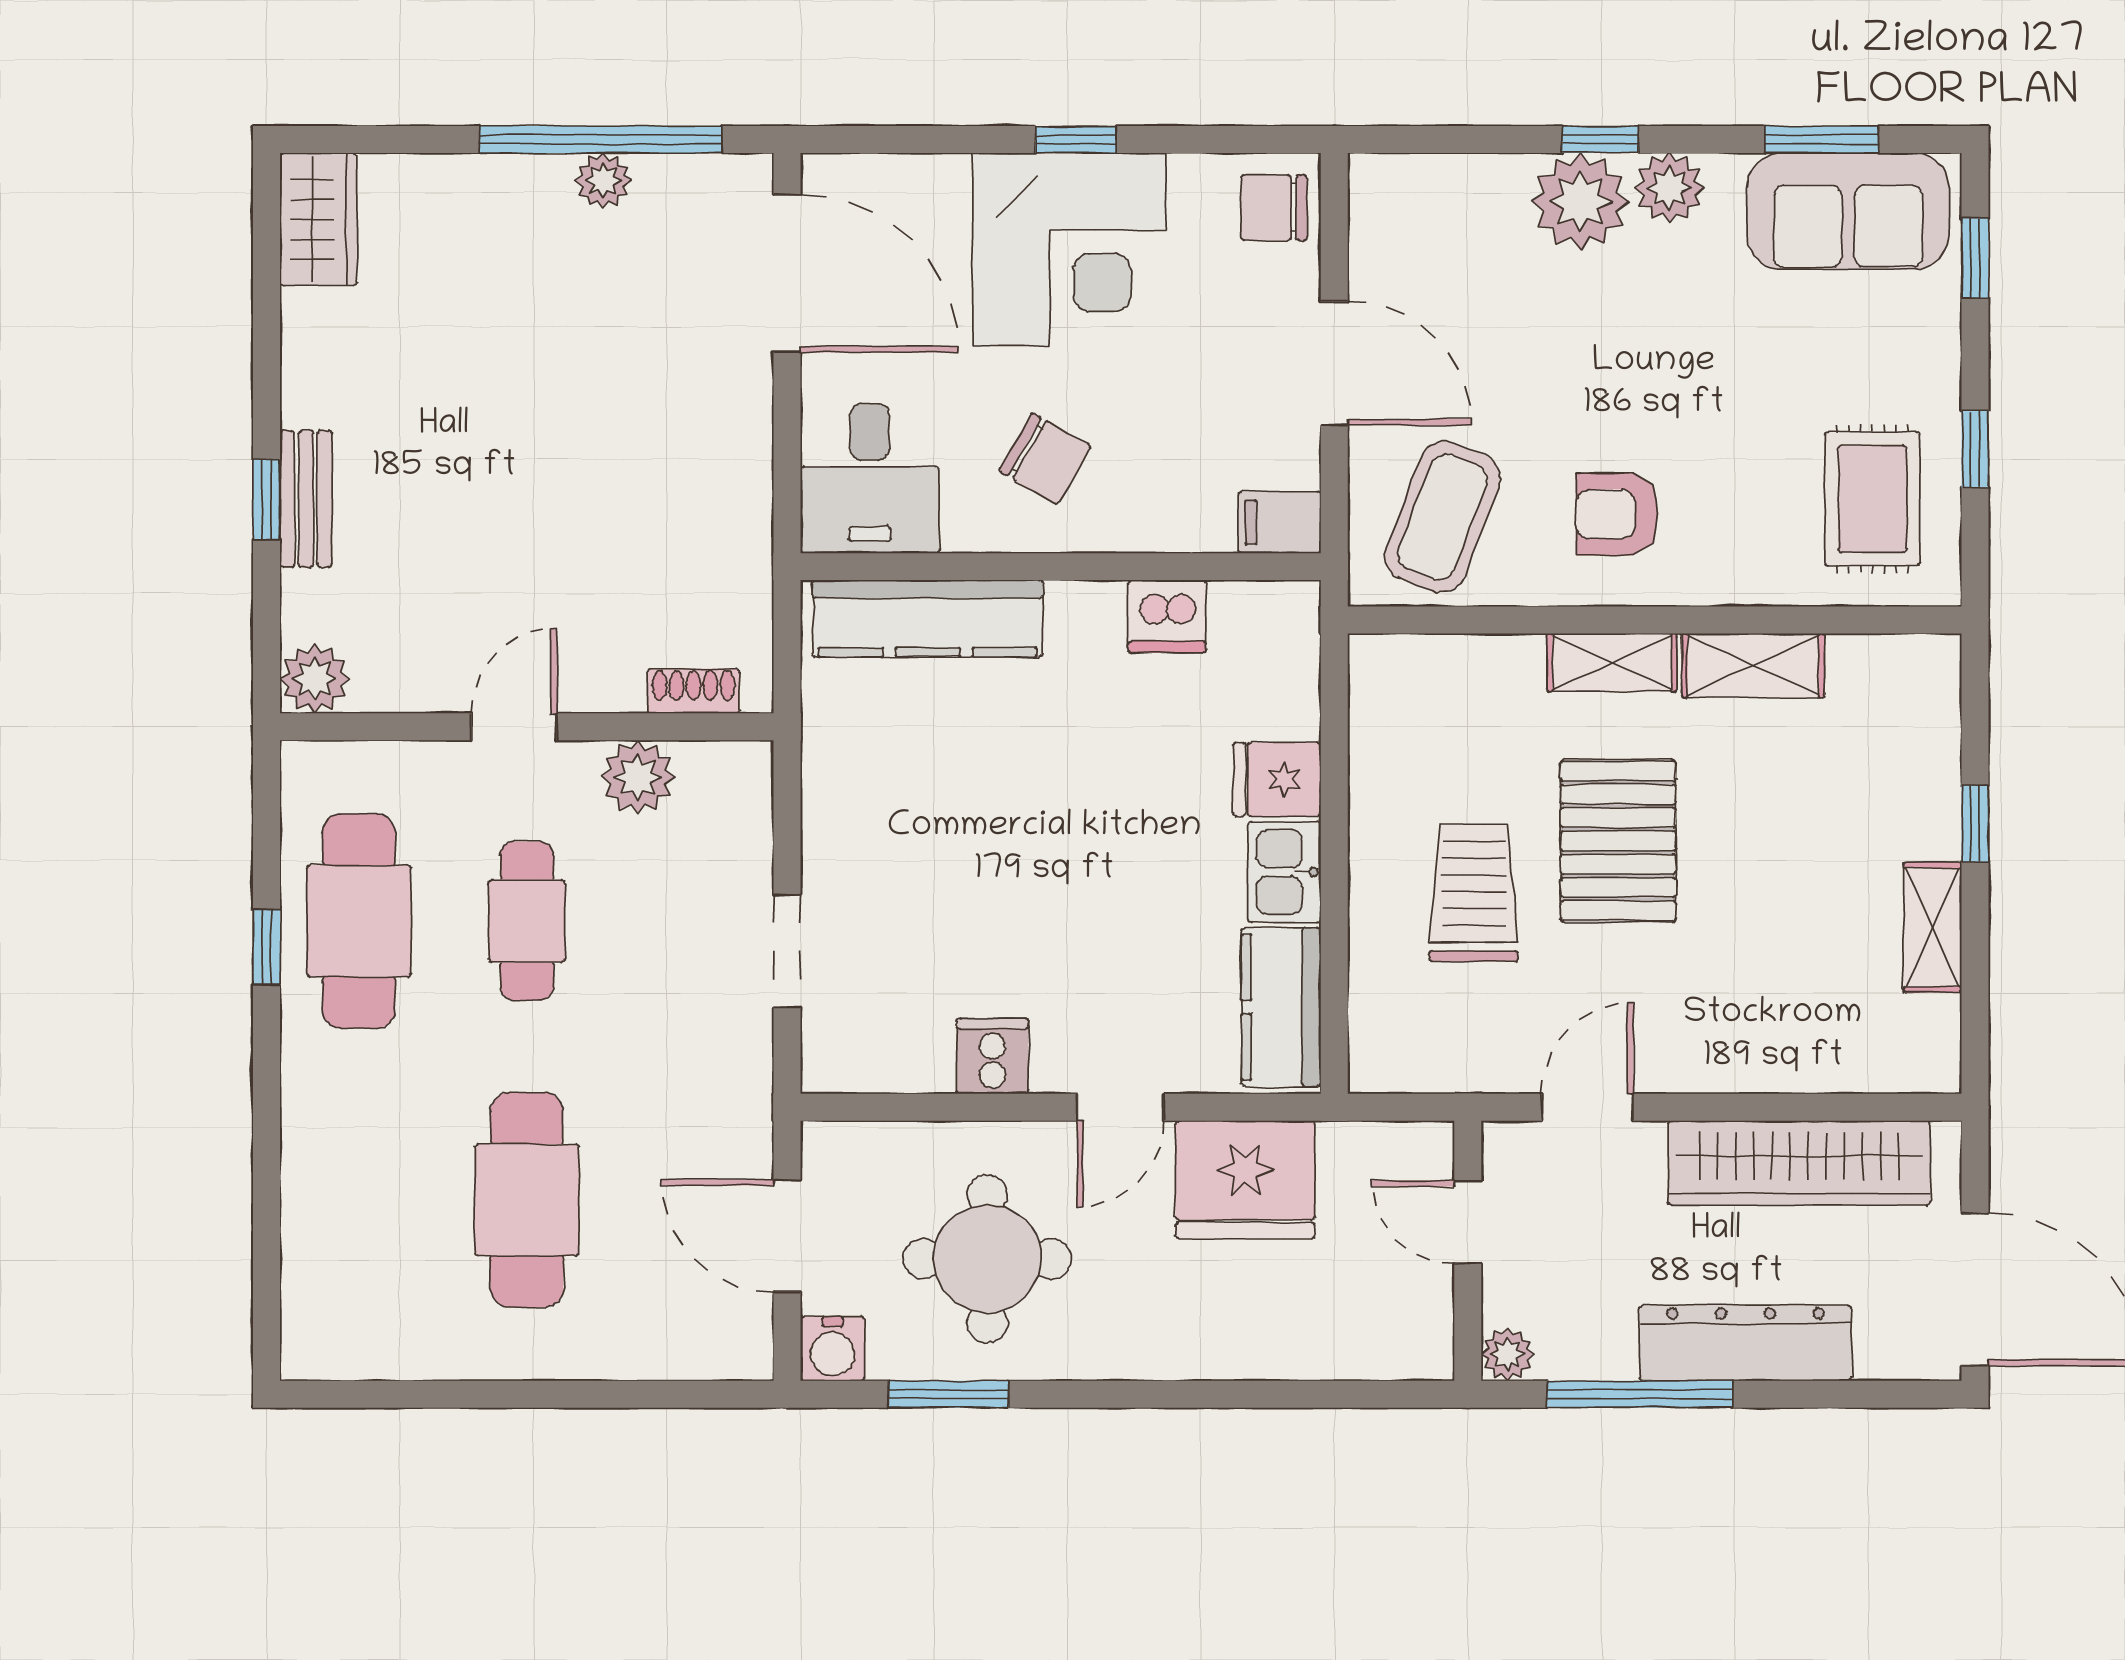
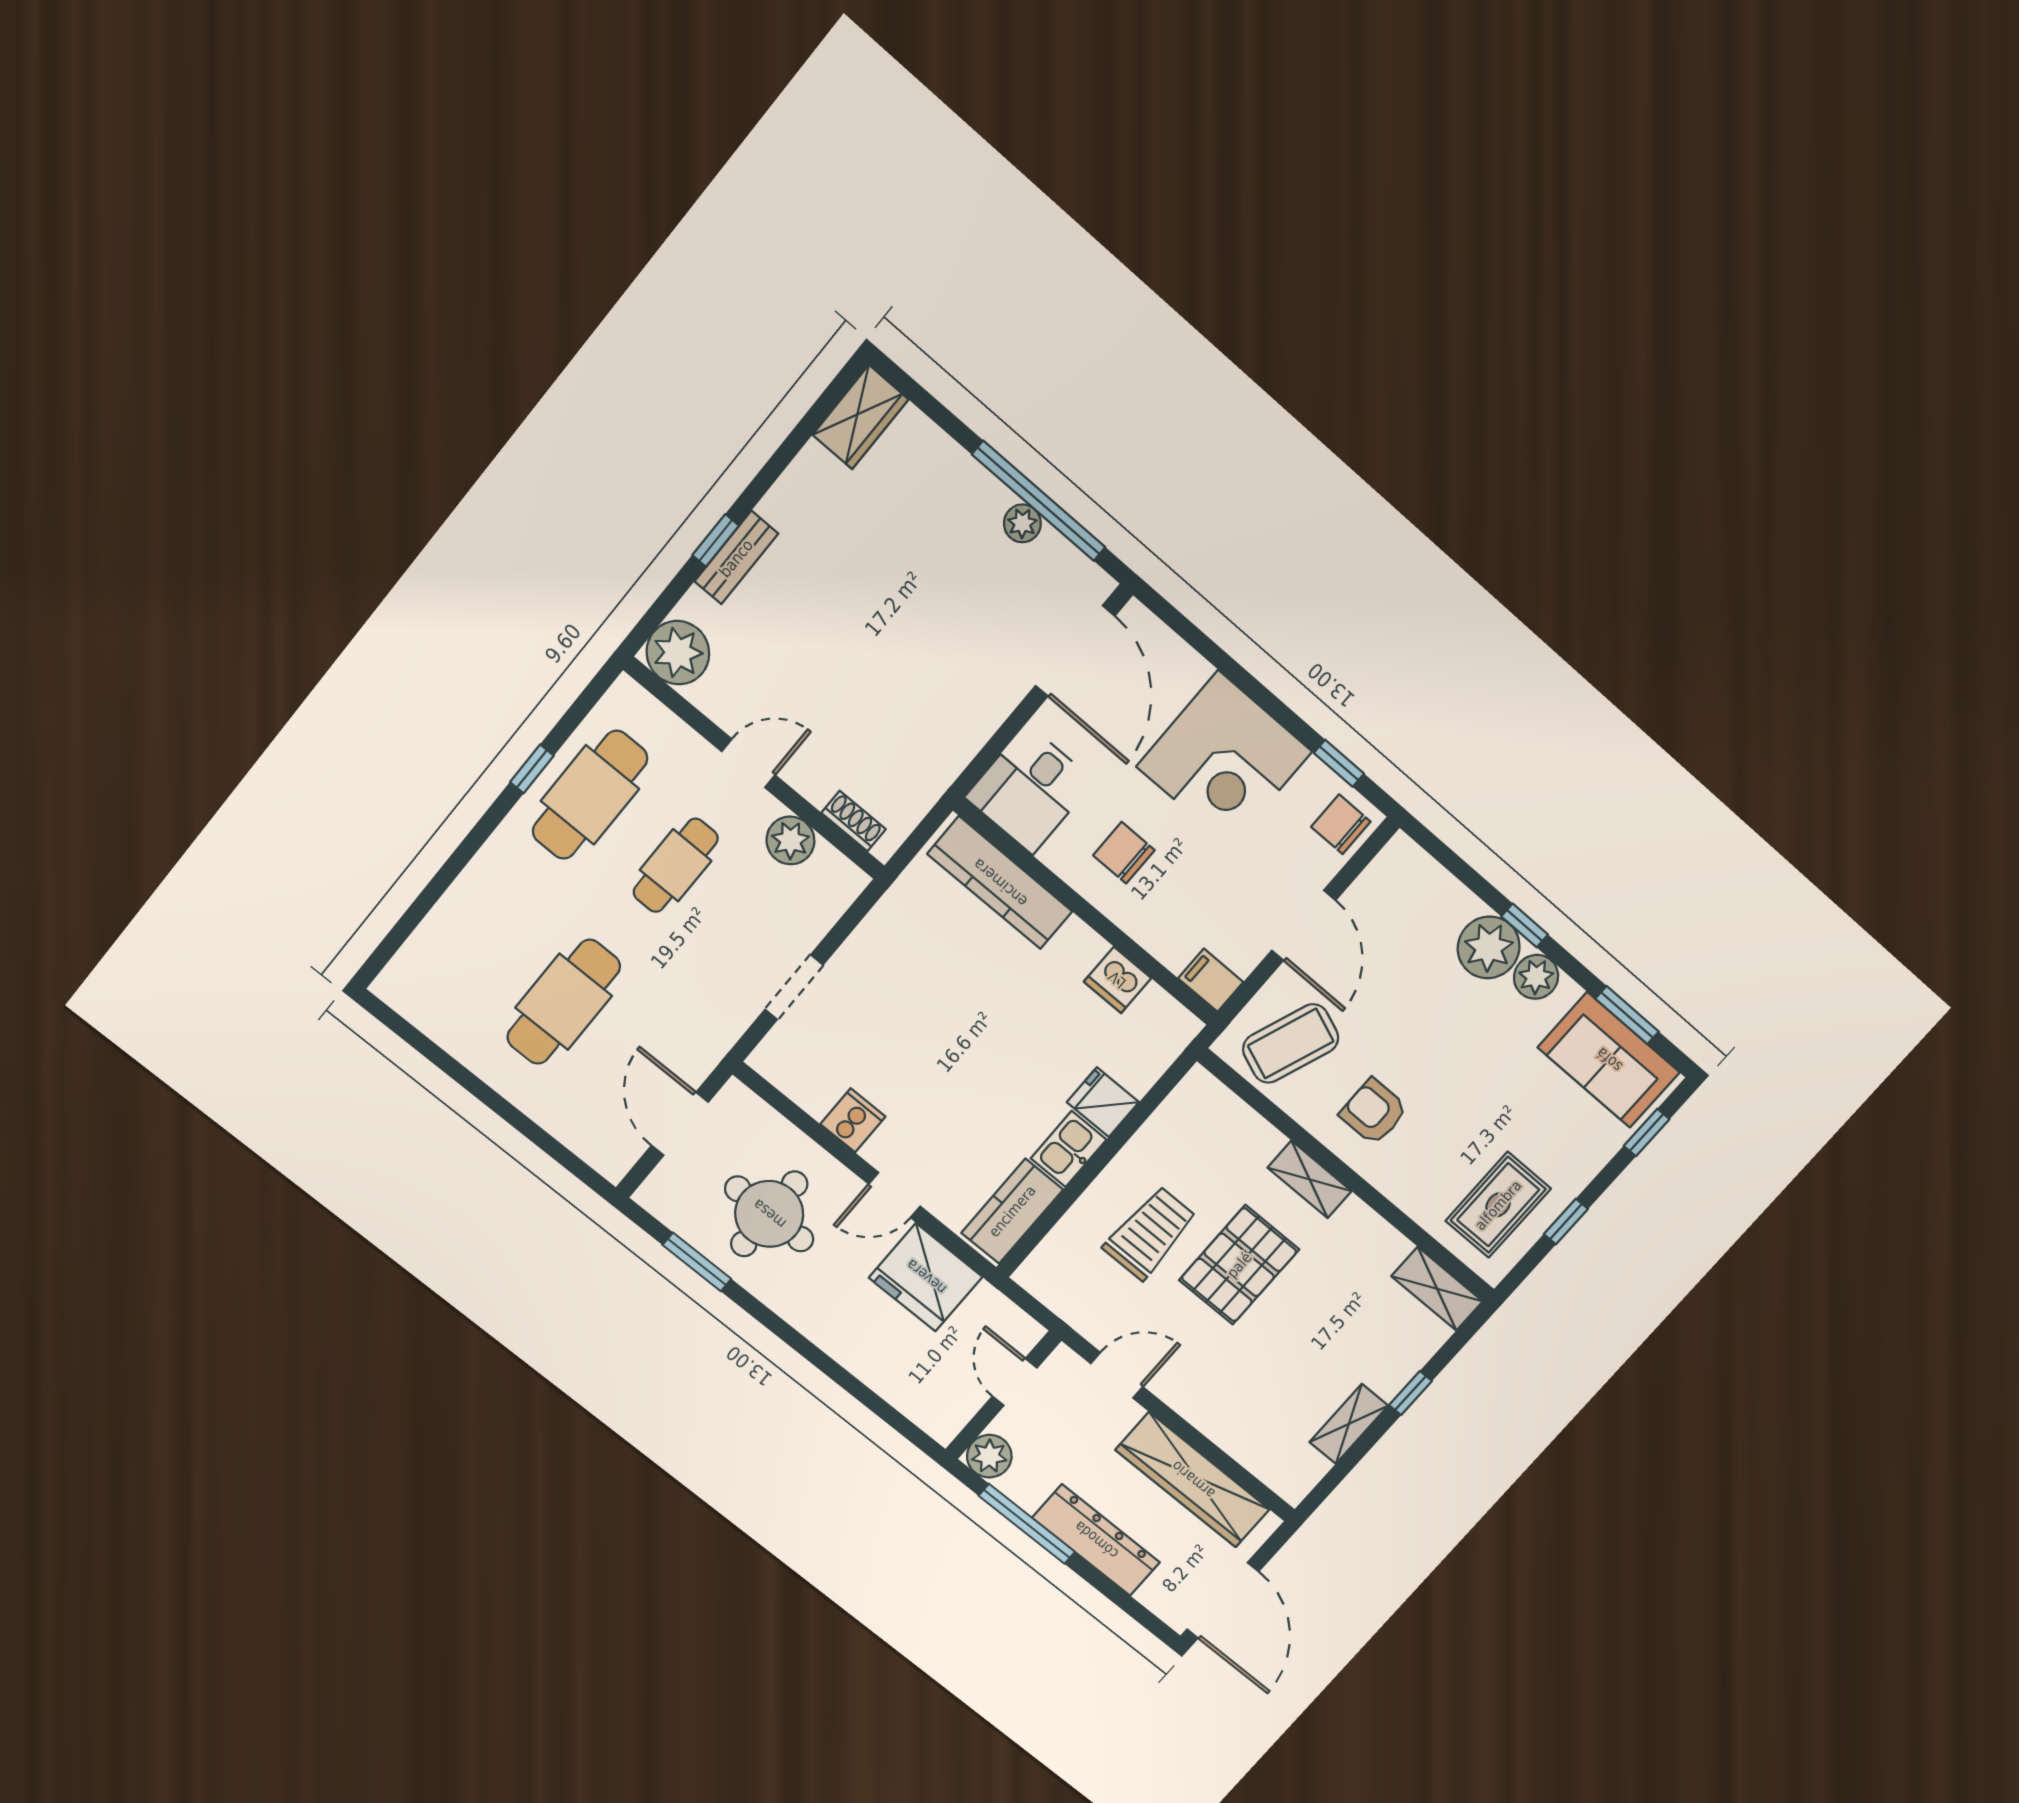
window: (1076, 139) -> (1339, 763), moved
chair: (1045, 459) -> (1124, 853), turned 150
shelving: (1753, 665) -> (1437, 1289), moved
plant: (315, 679) -> (678, 653), width x1.36, depth x1.36
water cooler: (832, 1349) -> (658, 1195), removed
plant: (1508, 1354) -> (989, 1456), width x1.38, depth x1.38

